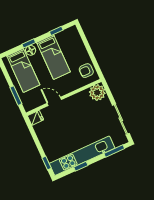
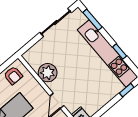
plant: (97, 93) -> (48, 73), moved

